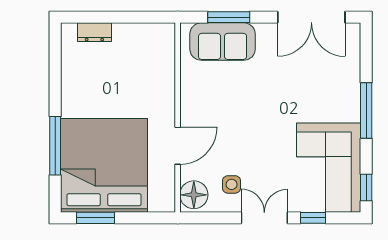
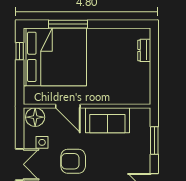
sofa: (223, 42) -> (107, 120), moved, turned -90
armchair: (260, 138) -> (73, 161), added
window: (95, 218) -> (20, 51), width x0.67

